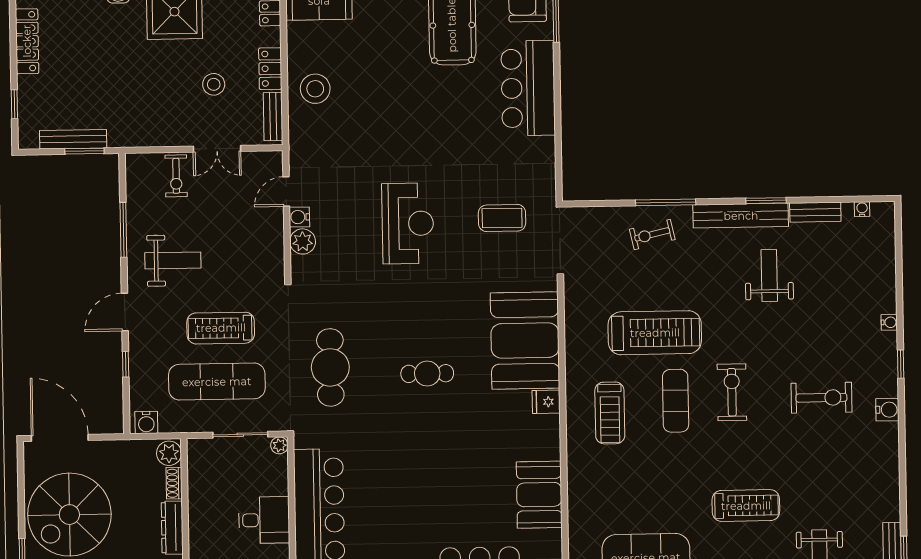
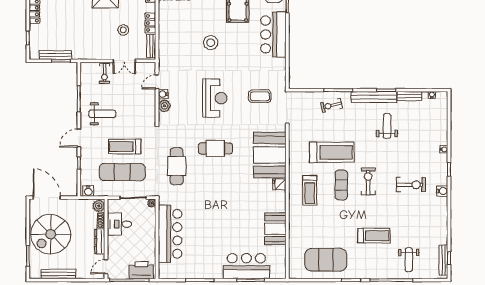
stool: (315, 89) -> (211, 43), moved
cafe table: (427, 374) -> (215, 148), moved, width x1.37, depth x1.35
desk: (264, 520) -> (119, 224), moved, turned 180

